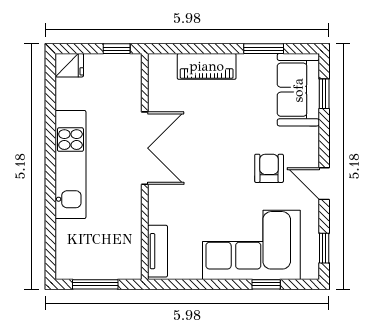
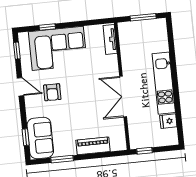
fridge: (69, 65) -> (168, 121), moved

